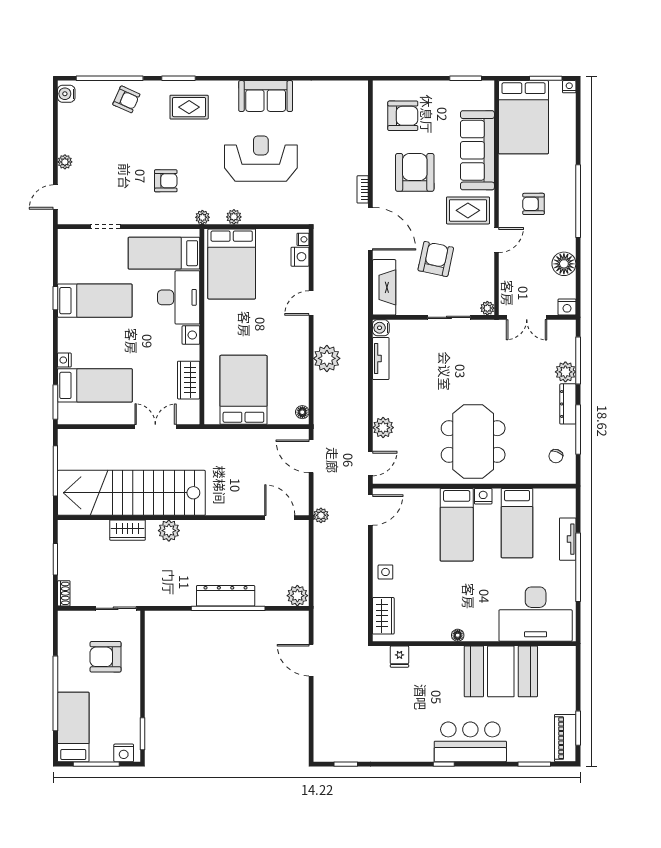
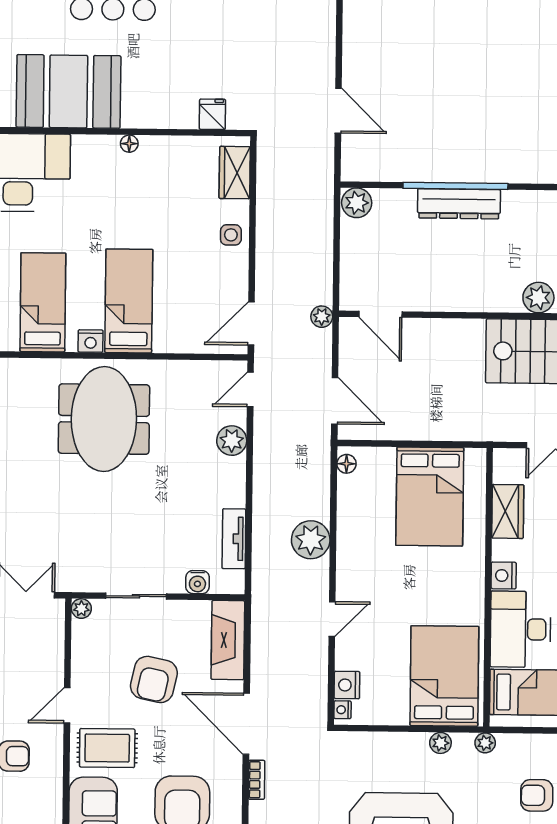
water cooler: (381, 328) -> (197, 582), moved, turned 90

